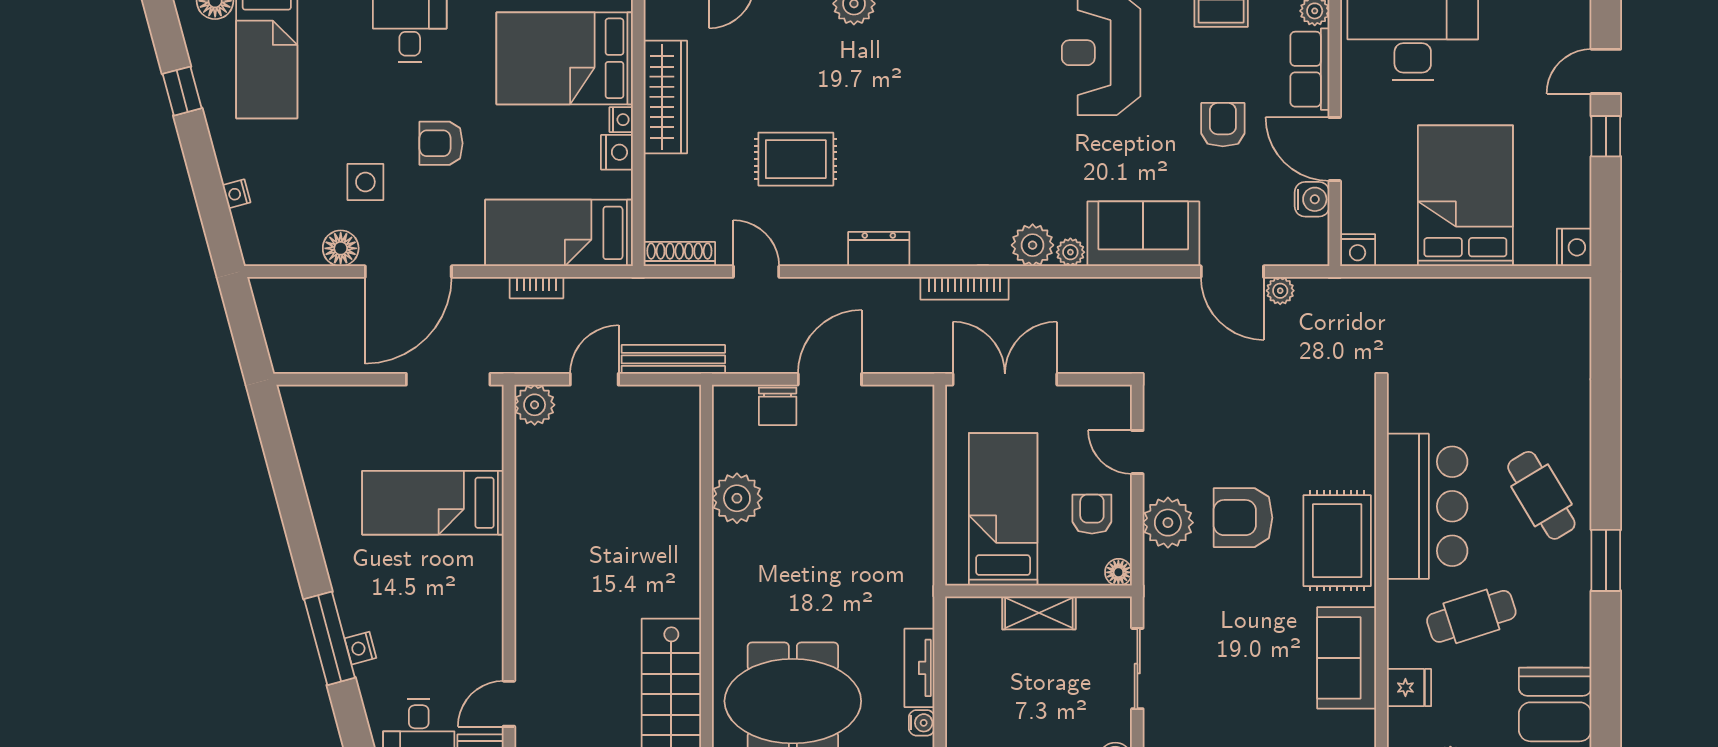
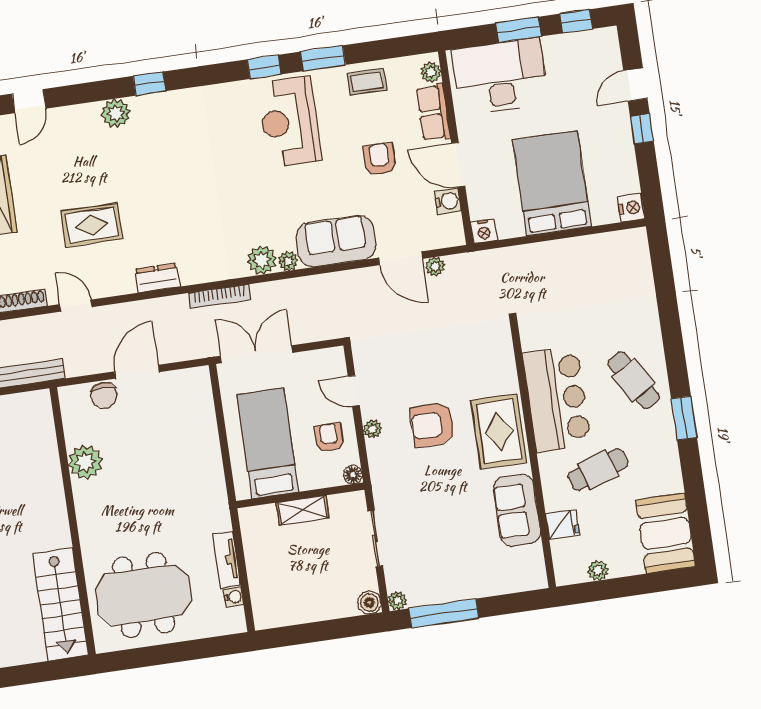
plant: (1168, 523) -> (372, 429), width x0.53, depth x0.53

